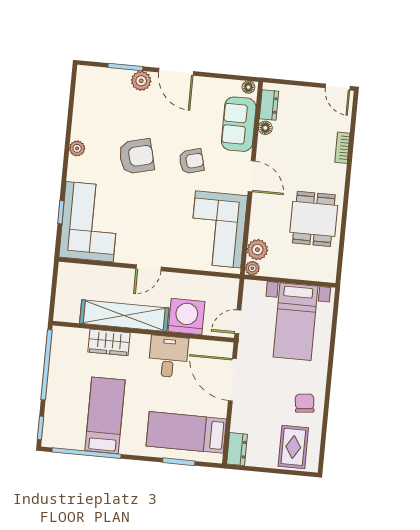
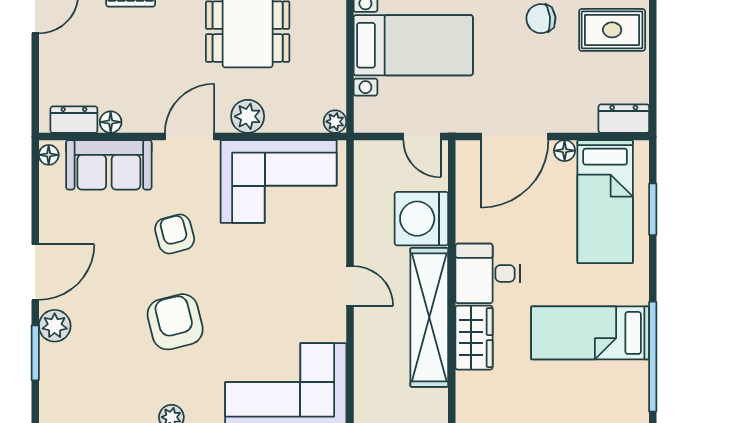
plant: (257, 250) -> (248, 116), moved
desk: (168, 357) -> (488, 273), moved
floor lamp: (221, 410) -> (565, 151), added

